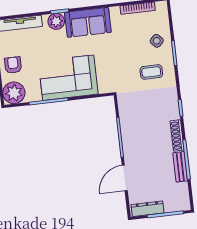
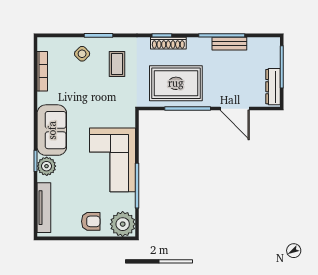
armchair: (13, 65) -> (91, 221), turned 180
rug: (141, 125) -> (176, 83), added
shoe rack: (177, 135) -> (168, 43), moved

